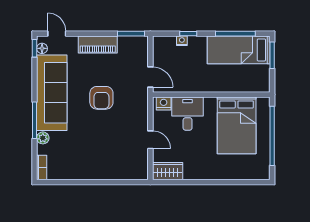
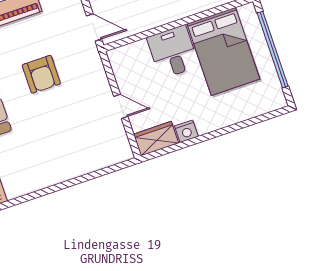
nightstand: (164, 103) -> (186, 131), moved, turned 180
desk: (188, 114) -> (173, 52), moved

